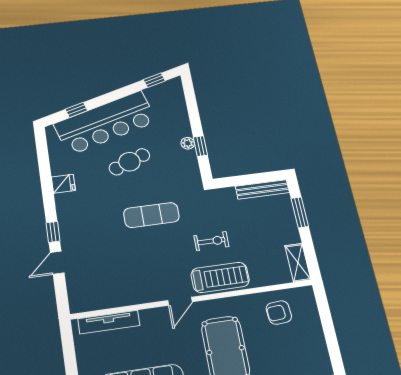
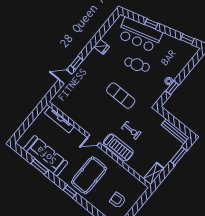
window: (76, 110) -> (151, 24), moved
bar counter: (106, 123) -> (140, 35), width x0.73
armchair: (279, 313) -> (118, 200), moved

